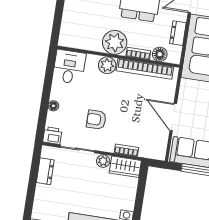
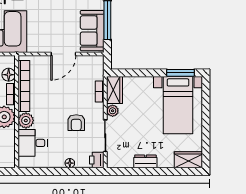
desk: (69, 67) -> (33, 143), moved
dresser: (45, 171) -> (145, 161), moved

